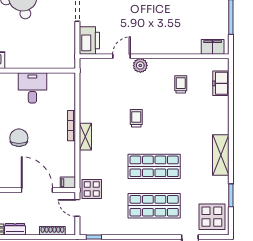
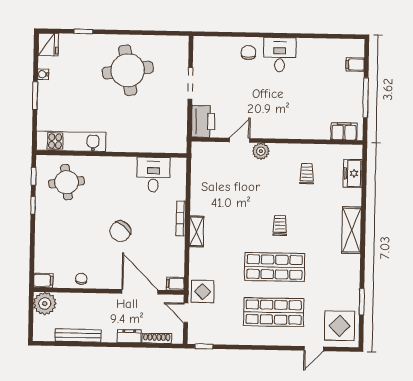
desk: (32, 88) -> (153, 175), moved
trolley: (136, 118) -> (280, 225), moved
chair: (19, 138) -> (120, 231), turned -141
shelving: (221, 155) -> (352, 230), moved
dresser: (15, 229) -> (129, 336), moved

